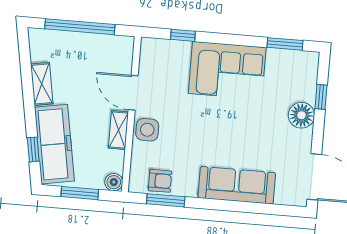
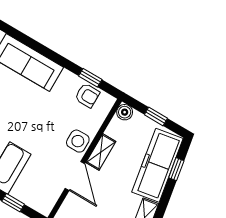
armchair: (160, 181) -> (87, 95), turned 180
window: (80, 193) -> (156, 116), width x0.67
window: (166, 200) -> (90, 78), width x0.67

